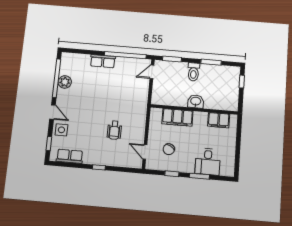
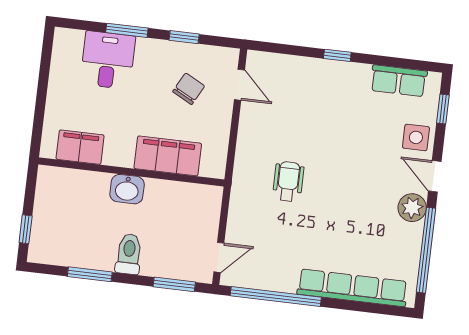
row of seats: (103, 61) -> (352, 288), width x2.02
plant: (65, 82) -> (412, 208), moved
wheelchair: (114, 130) -> (288, 181), moved

